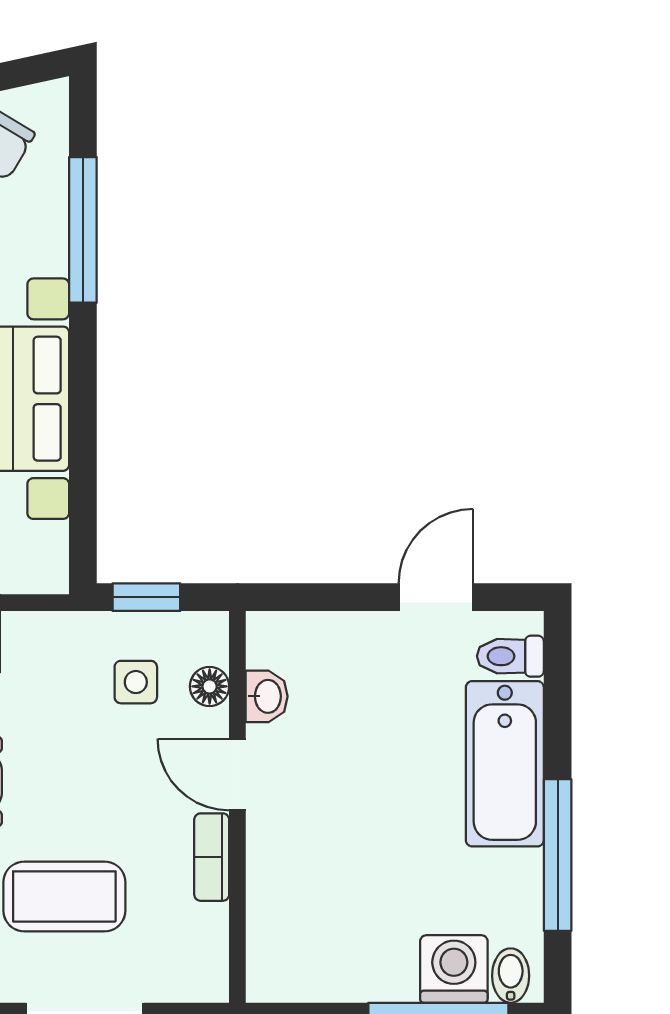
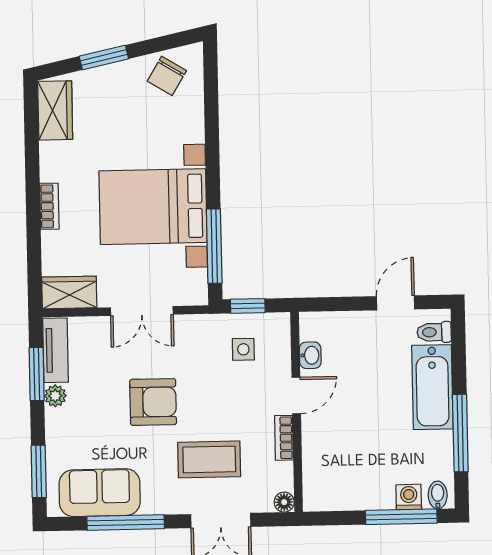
window: (83, 230) -> (214, 246), moved
floor lamp: (210, 686) -> (284, 502), moved
door: (237, 775) -> (296, 395), swing flipped
washing machine: (454, 969) -> (409, 497), width x0.73, depth x0.73

